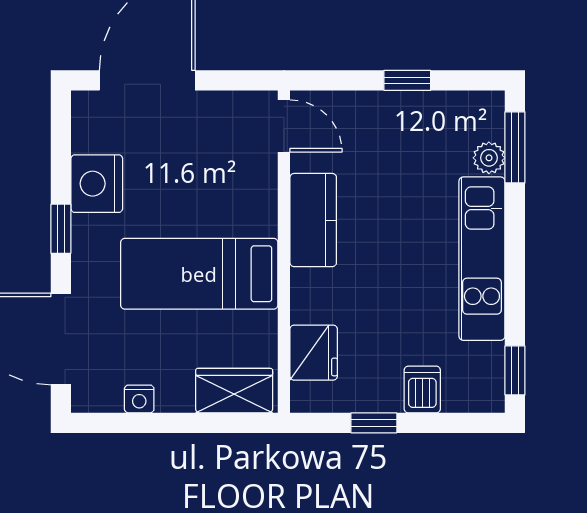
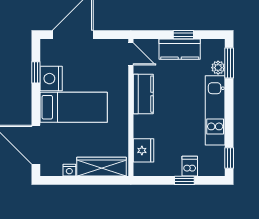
kitchen counter: (399, 114) -> (180, 49), added
window: (61, 229) -> (36, 72), moved
bed: (199, 274) -> (74, 107), moved, turned 180
wardrobe: (234, 391) -> (101, 167), width x1.50
window: (374, 423) -> (184, 180), moved

